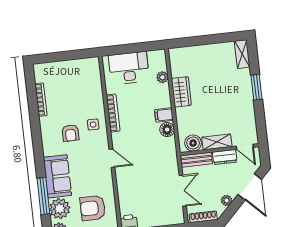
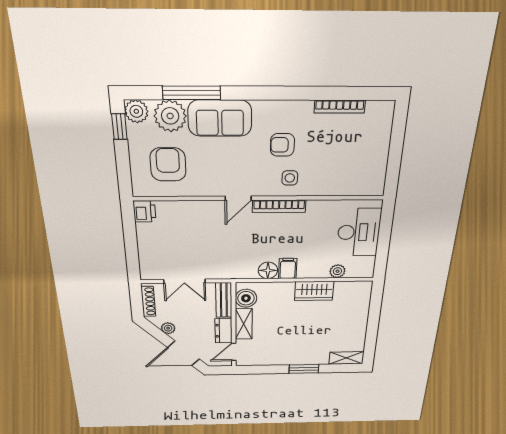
bookcase: (113, 113) -> (279, 206), moved

